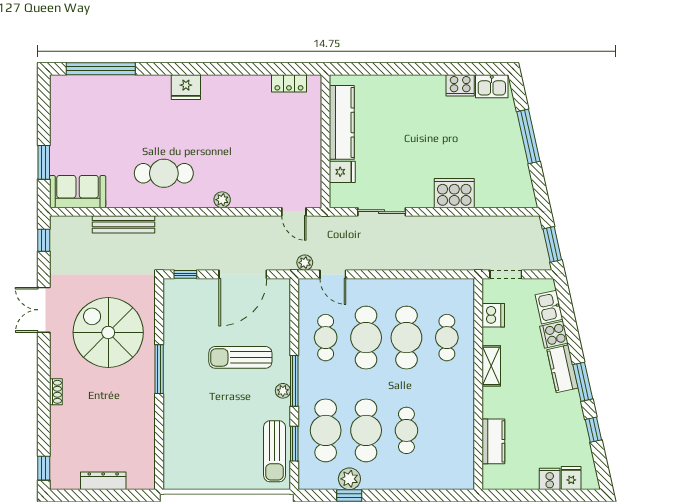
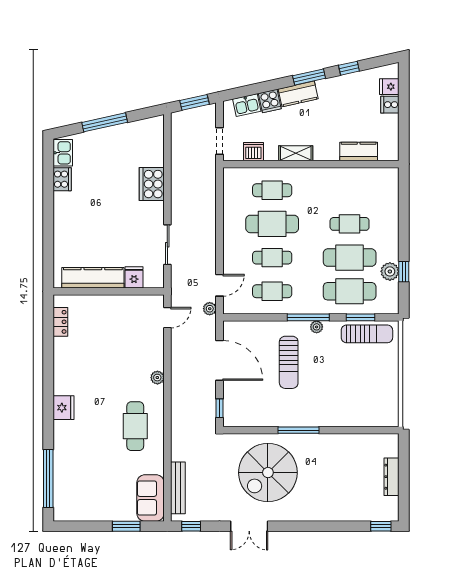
bench: (124, 224) -> (178, 488), moved
cafe table: (366, 338) -> (272, 258), width x0.73, depth x0.74
shoe rack: (56, 392) -> (317, 516), removed

